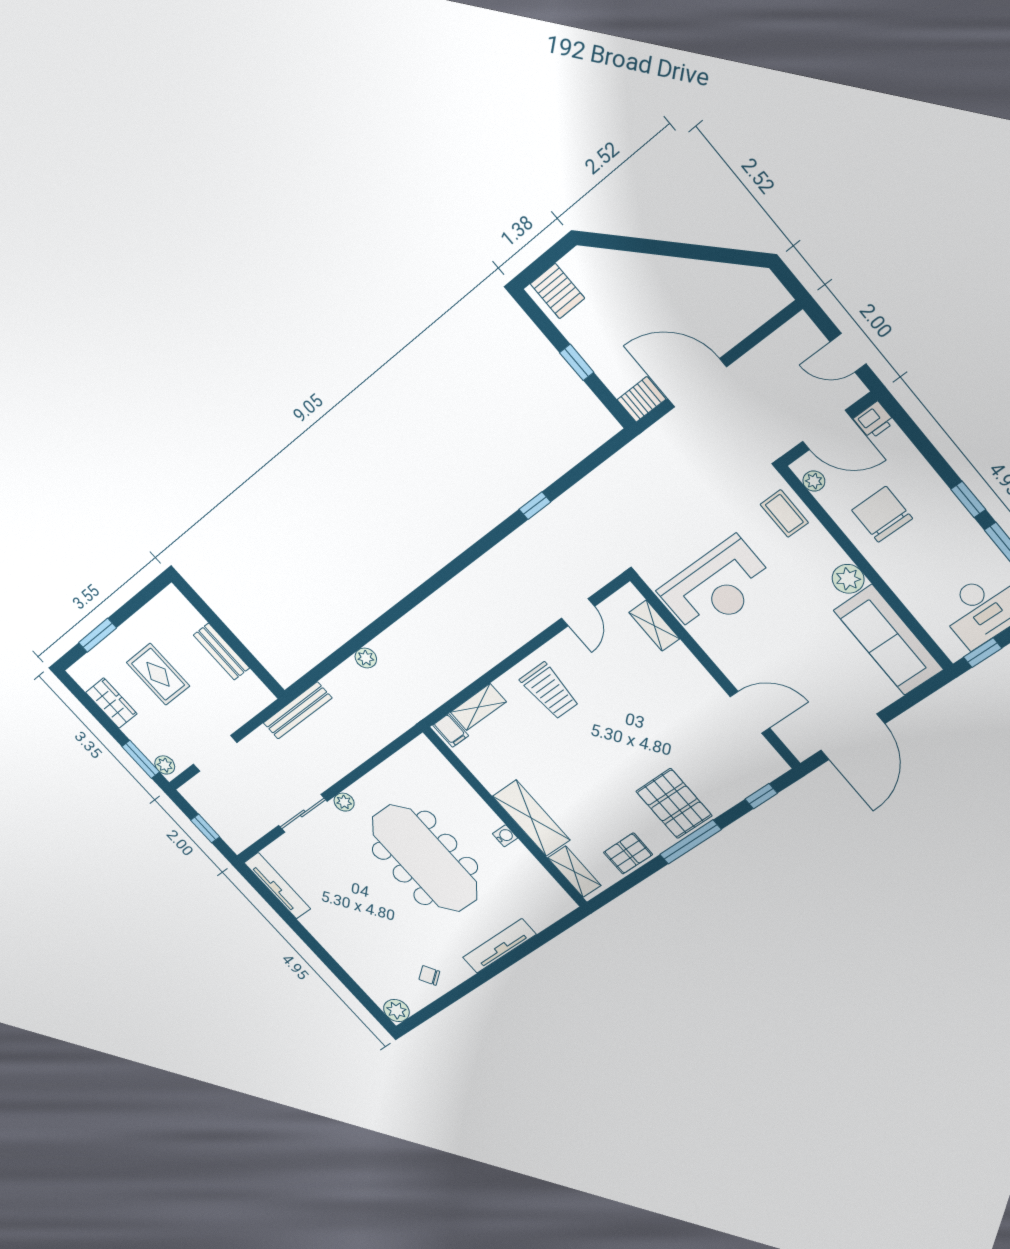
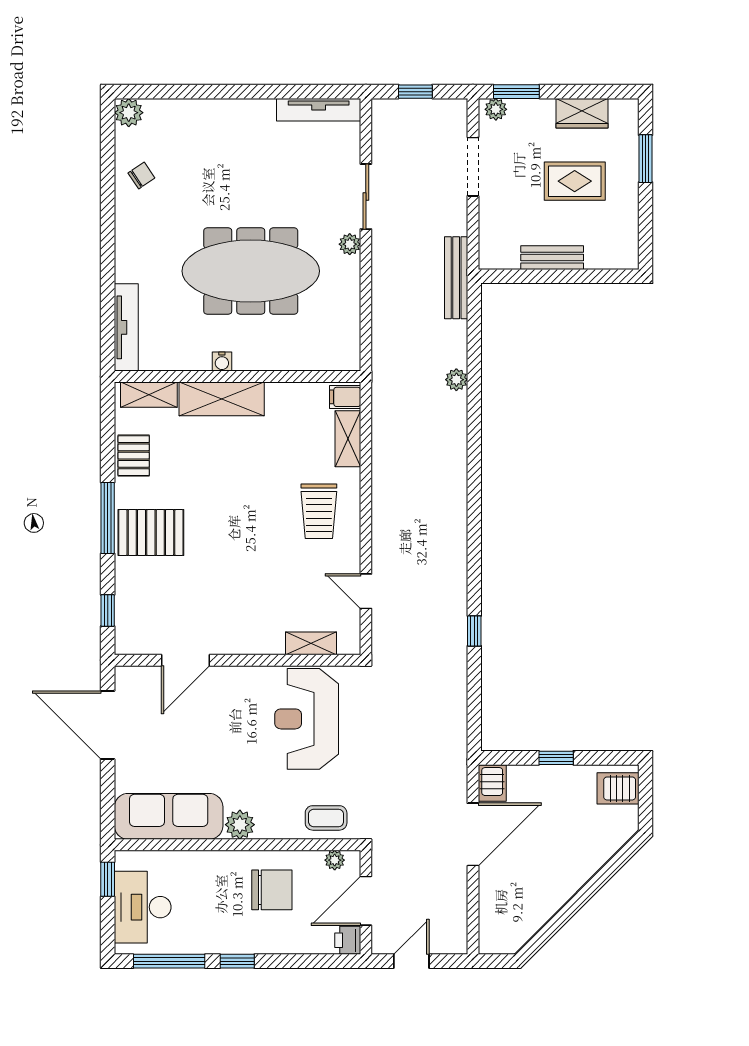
trolley: (549, 691) -> (319, 511), turned -90
tv unit: (499, 946) -> (126, 327), moved

